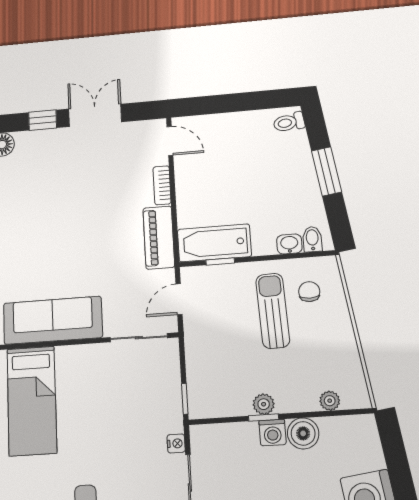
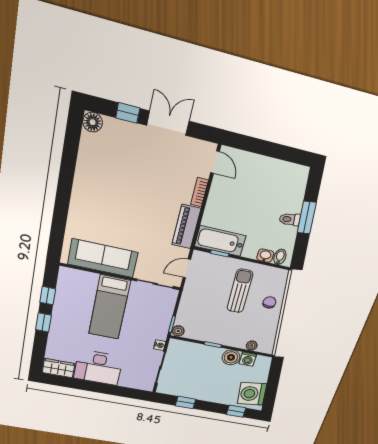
toilet: (289, 122) -> (290, 219), moved
chair: (309, 292) -> (269, 302), moved
bed: (32, 401) -> (109, 307), moved
plant: (264, 404) -> (178, 331), moved
washing machine: (273, 433) -> (248, 359), moved

